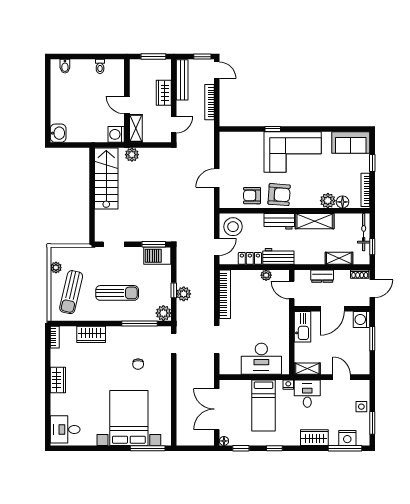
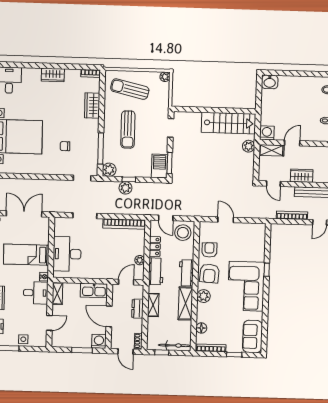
plant: (328, 201) -> (204, 296), moved
shelving: (339, 258) -> (153, 305), moved
plant: (56, 268) -> (165, 77), moved

